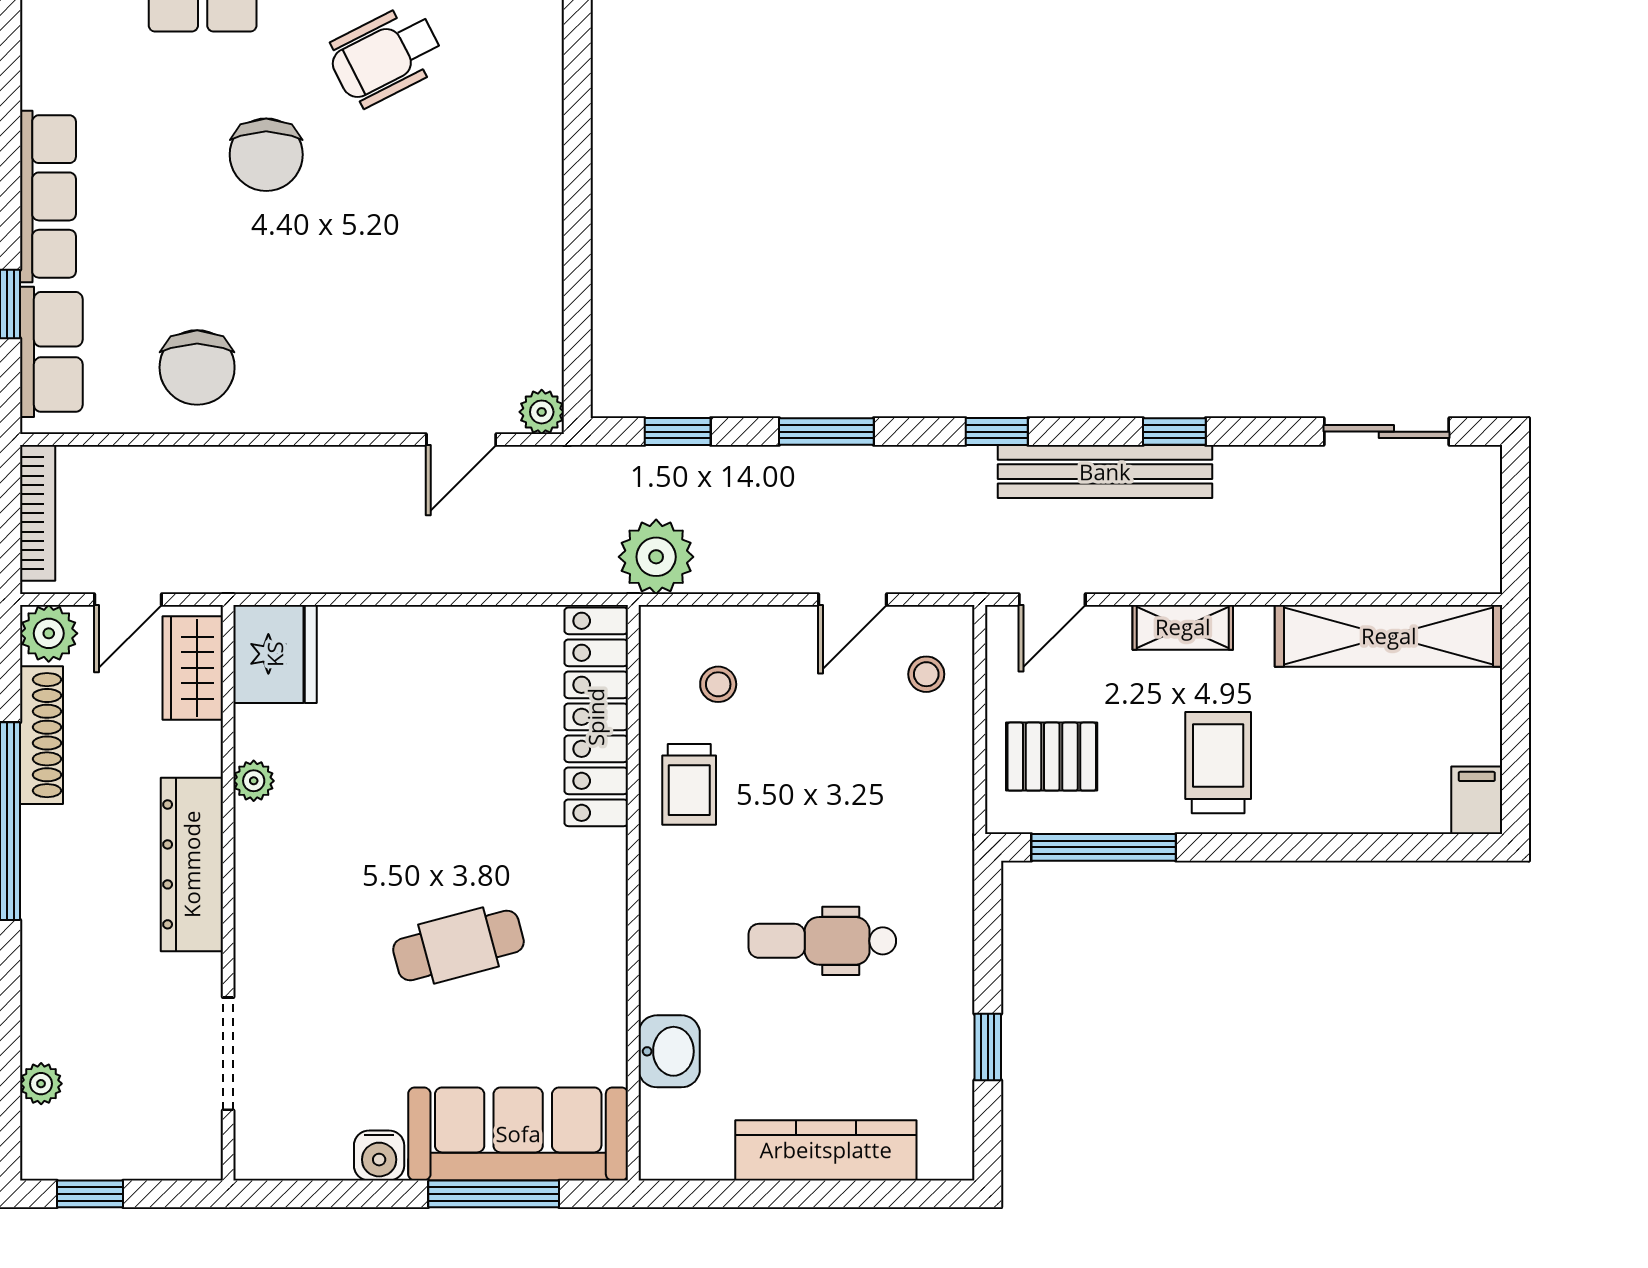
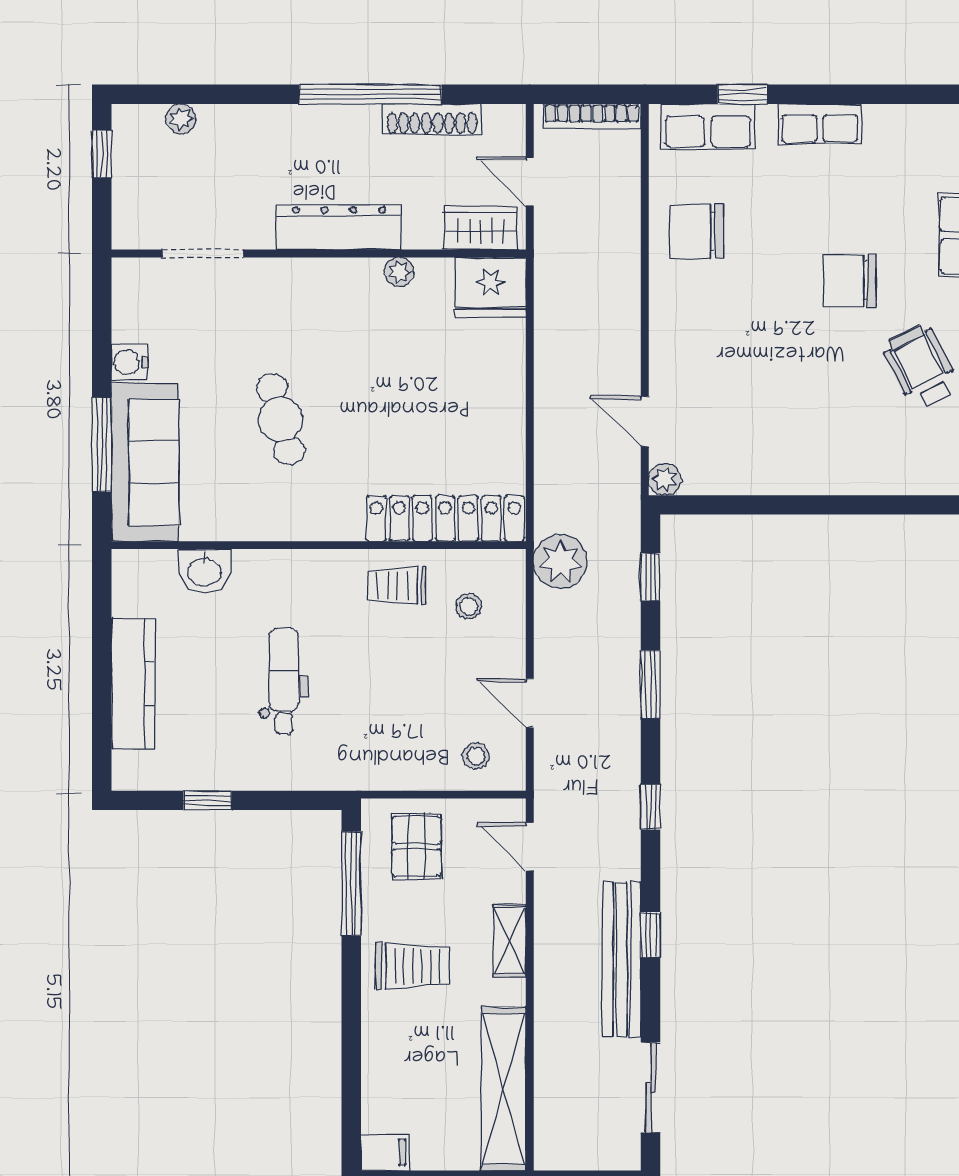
row of seats: (48, 196) -> (820, 124), width x0.68
bench: (1105, 472) -> (622, 959), moved
plant: (49, 633) -> (505, 124), removed

